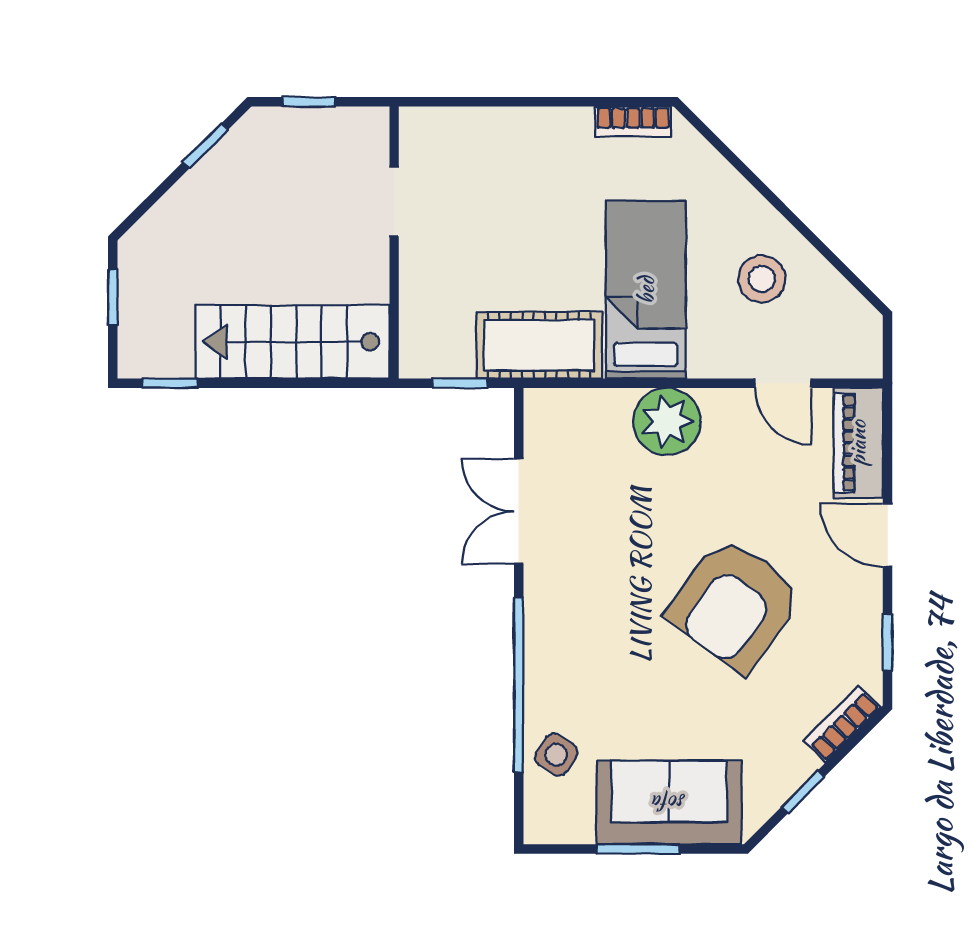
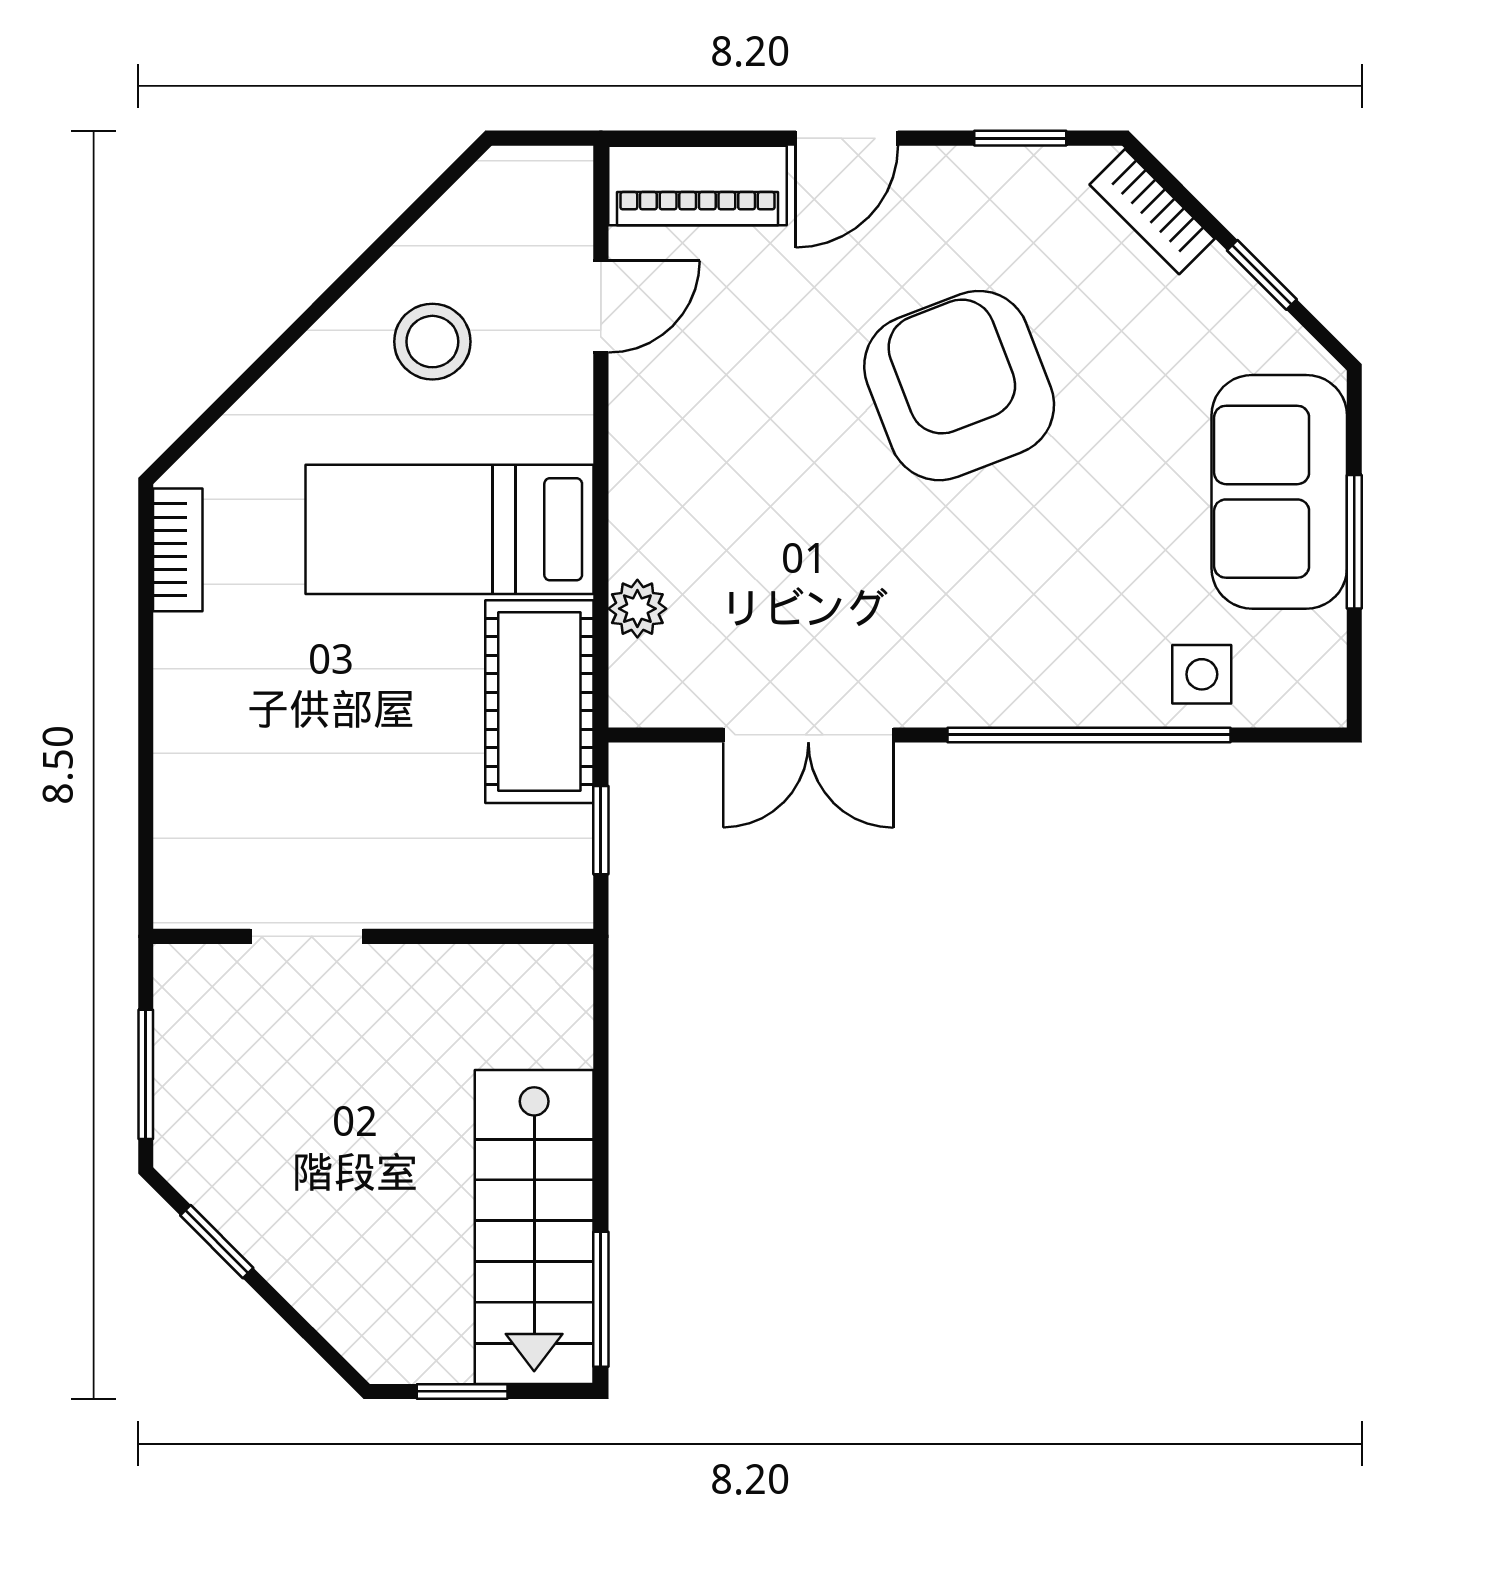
window: (309, 102) -> (146, 1074), width x1.50
stairs: (292, 342) -> (534, 1227), moved
window: (170, 383) -> (601, 1299), width x1.50
plant: (667, 421) -> (637, 609), moved, width x0.53, depth x0.53
armchair: (735, 605) -> (959, 386), turned -147
side table: (556, 755) -> (1202, 674), turned -34

